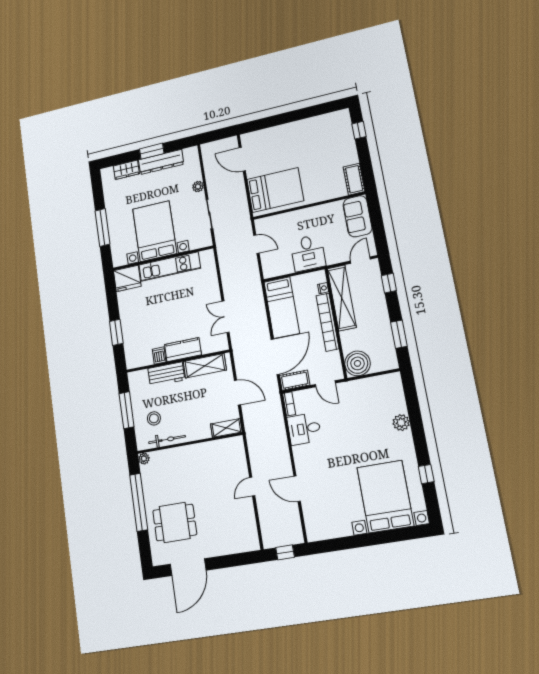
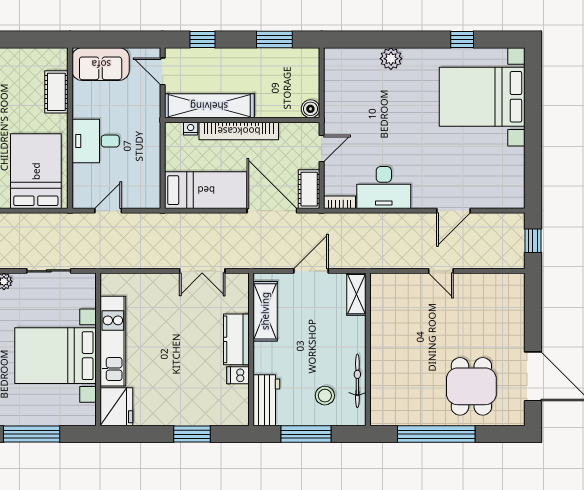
cot: (354, 179) -> (56, 92), moved, turned 90
desk: (308, 253) -> (96, 141), moved, turned 180
boiler: (357, 363) -> (310, 109), width x0.54, depth x0.54
workbench: (166, 374) -> (266, 400), moved
desk: (304, 429) -> (384, 188), width x1.37
plant: (144, 459) -> (378, 418), removed

